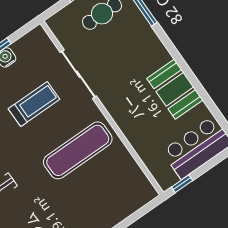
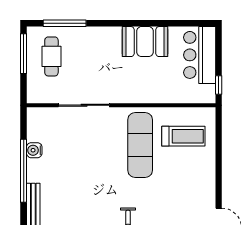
treadmill: (34, 104) -> (183, 136), moved, turned 90

